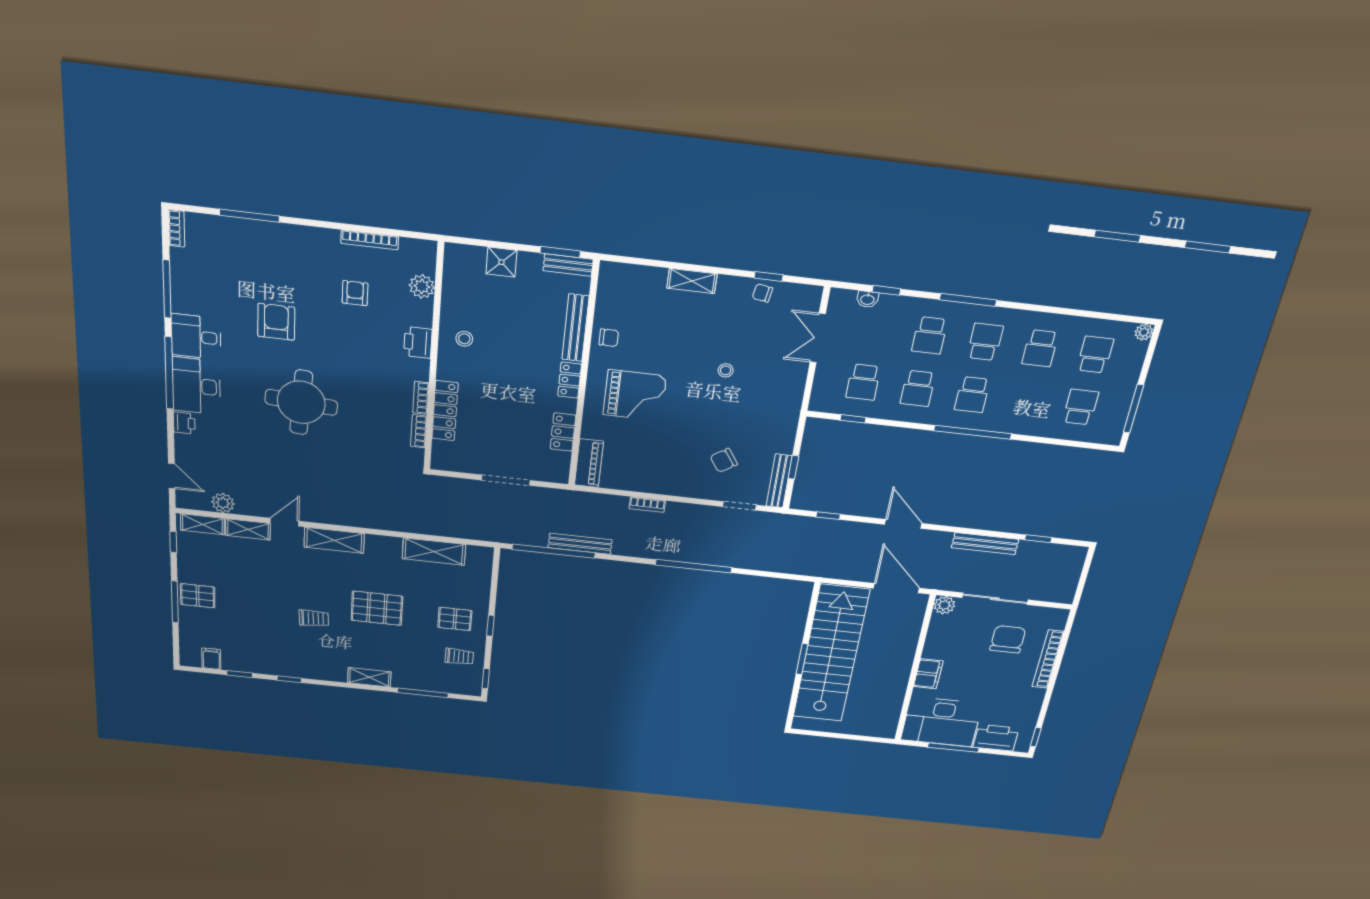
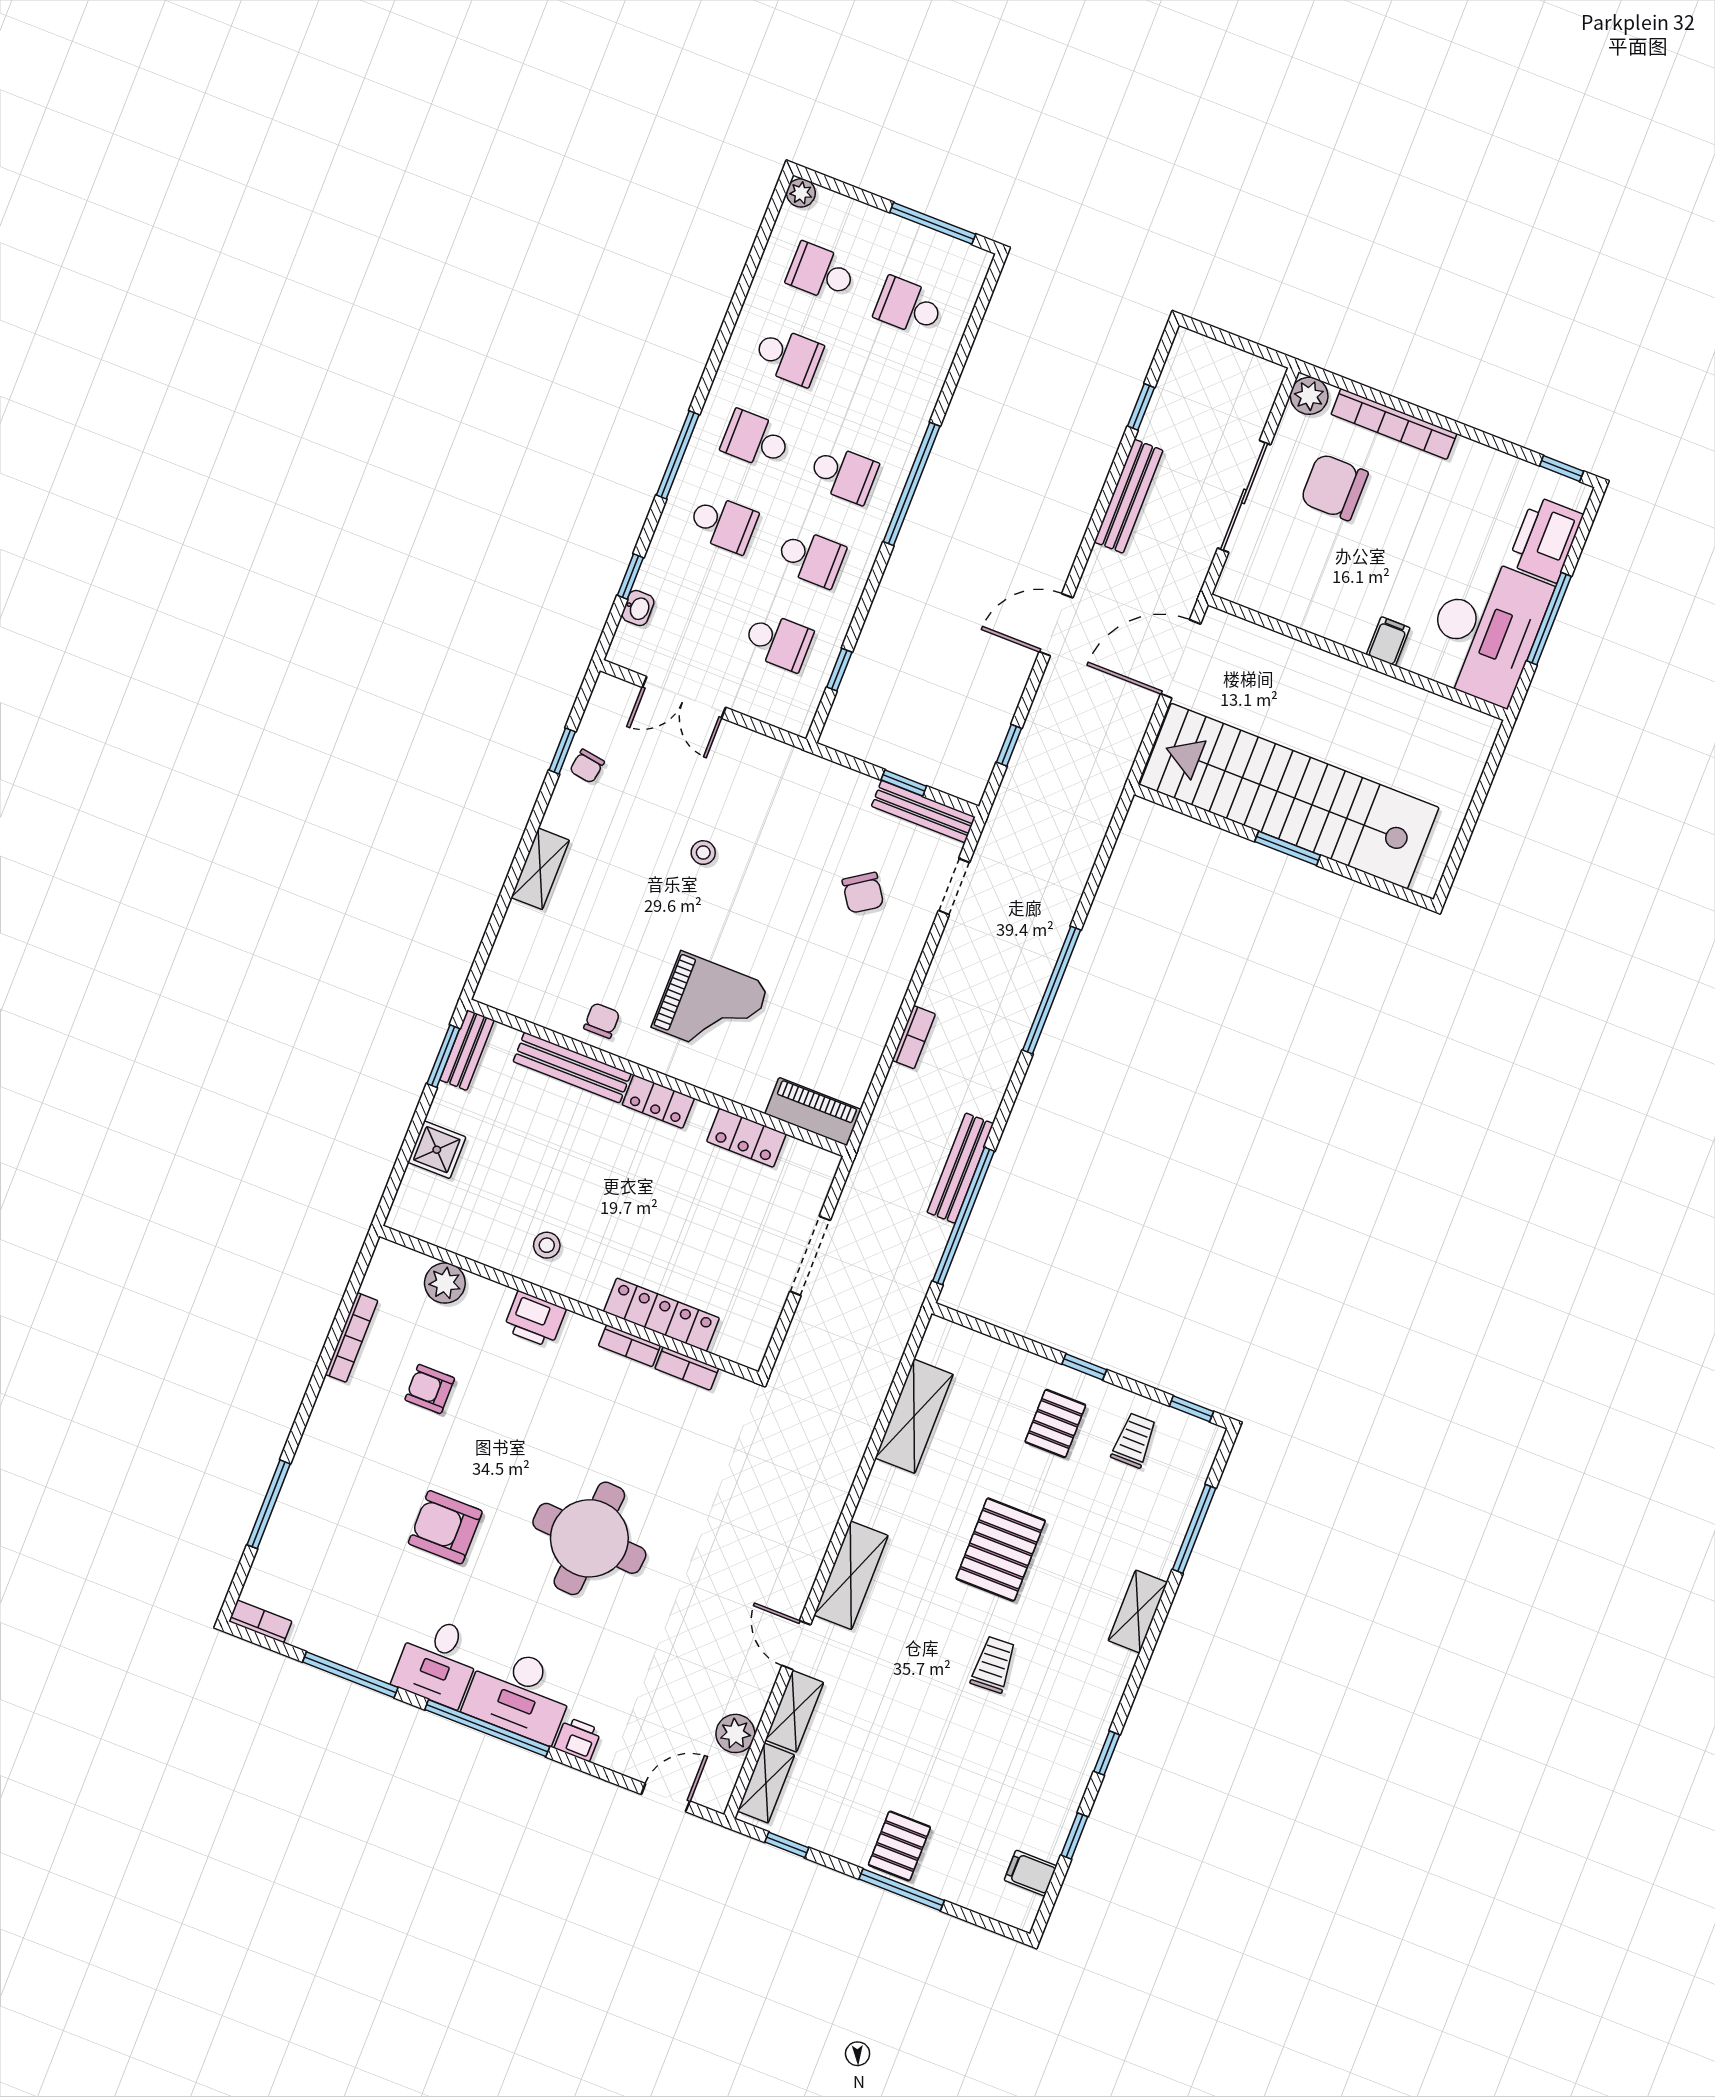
grand piano: (635, 395) -> (710, 1006), turned 90
plant: (944, 605) -> (1309, 396), moved
filing cabinet: (928, 674) -> (1388, 641), width x0.50

